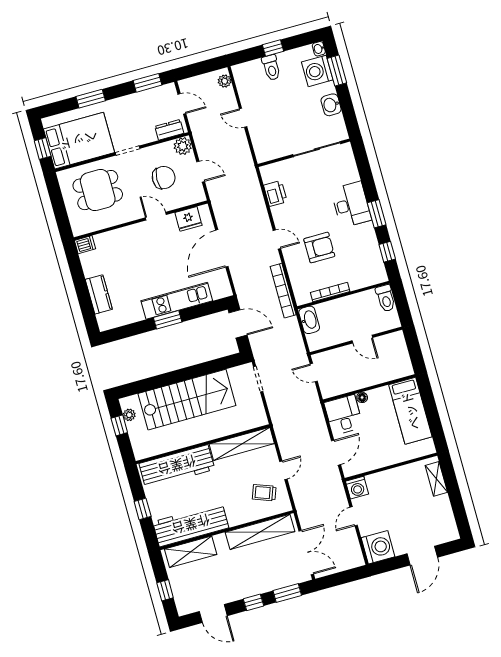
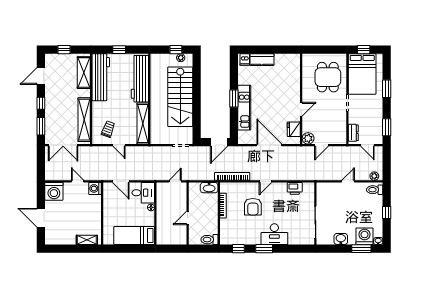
toilet: (271, 68) -> (375, 190), moved
door: (182, 104) -> (367, 145), hinge flipped
plant: (183, 146) -> (308, 138), moved
chair: (164, 178) -> (324, 121), removed
dishwasher: (85, 245) -> (245, 60), moved

